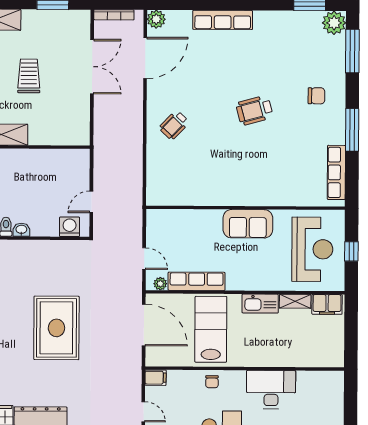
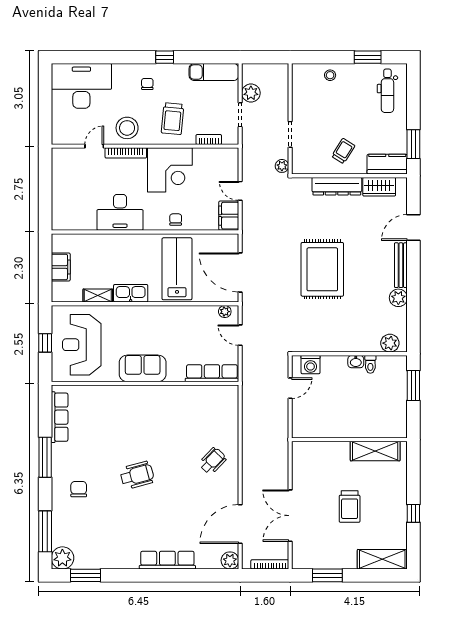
chair: (316, 96) -> (79, 489), turned 90
row of seats: (197, 281) -> (212, 373), moved, turned 180
filing cabinet: (327, 304) -> (61, 267), moved, turned 90
lab bench: (211, 329) -> (177, 269), turned 180
filing cabinet: (156, 378) -> (229, 216), width x2.00

